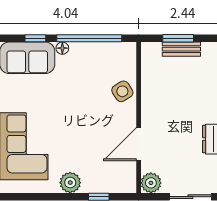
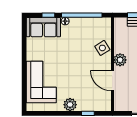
door: (139, 144) -> (112, 81), hinge flipped
plant: (151, 183) -> (120, 60), moved

